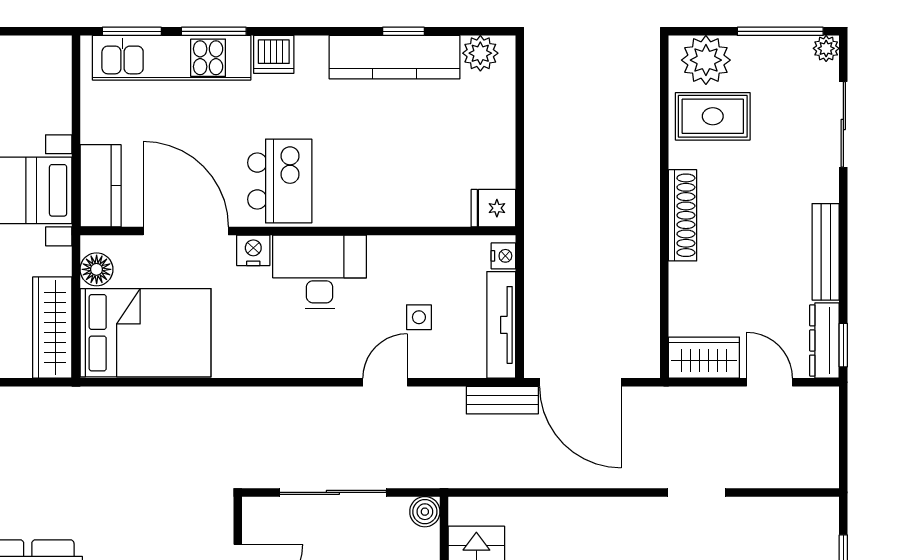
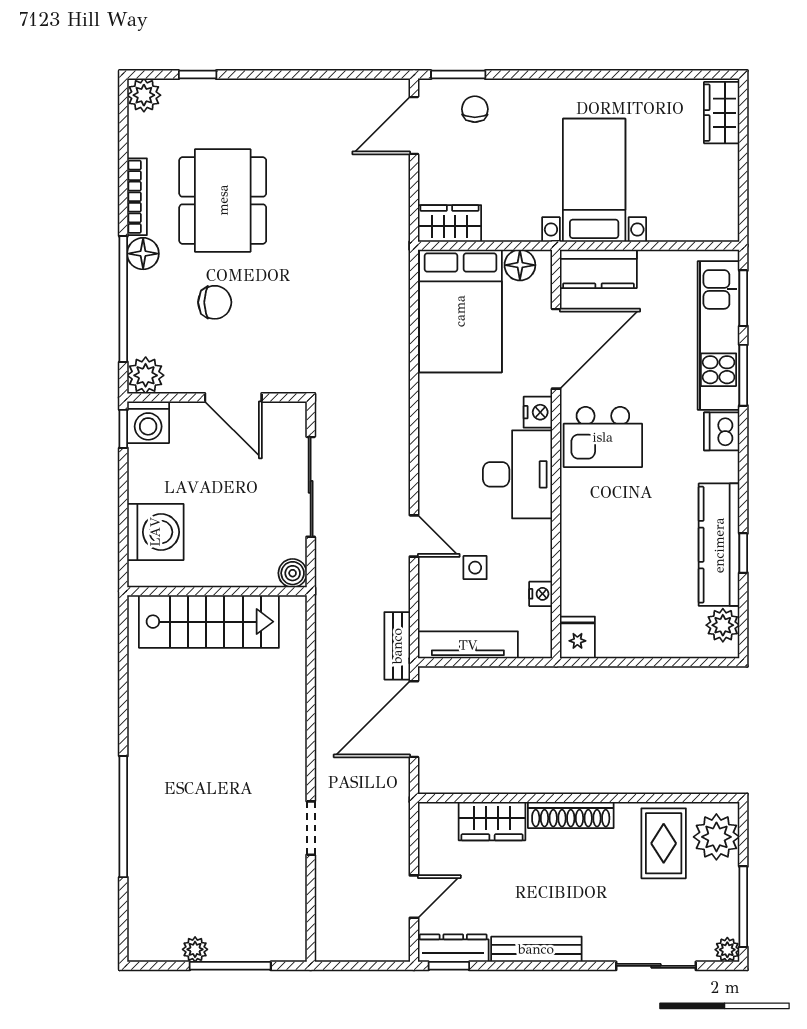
nightstand: (503, 256) -> (541, 594), moved, turned -90
wardrobe: (52, 328) -> (450, 223), width x0.67
wardrobe: (704, 358) -> (492, 821), moved, turned 90

